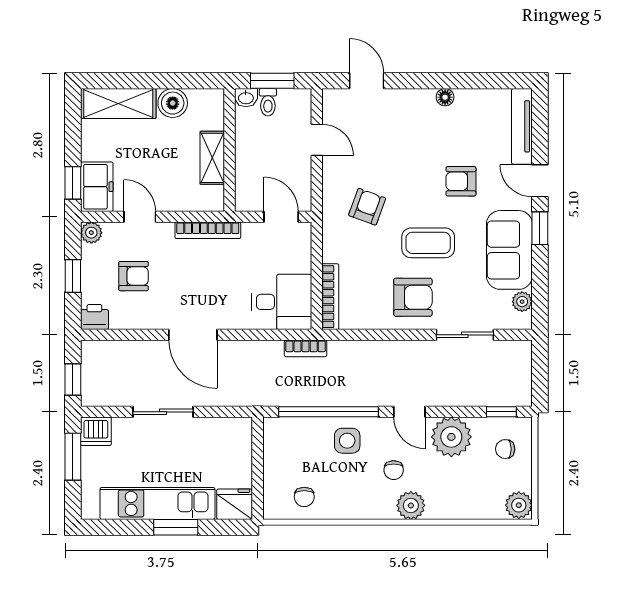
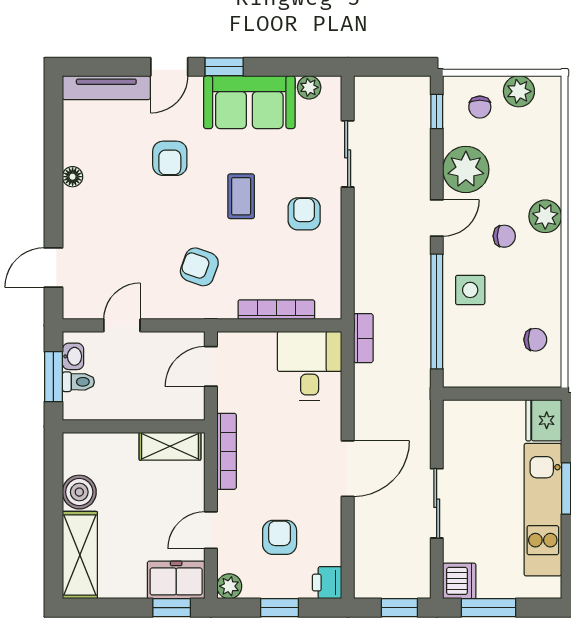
washbasin: (246, 98) -> (73, 356), moved
shelving: (212, 158) -> (170, 446), moved
coffee table: (428, 243) -> (241, 196), width x0.73, depth x0.77
bookcase: (330, 297) -> (276, 310), moved
armchair: (413, 297) -> (304, 214), width x0.72, depth x0.72
plant: (519, 505) -> (519, 91), moved

